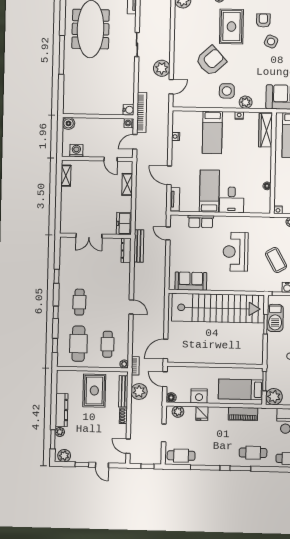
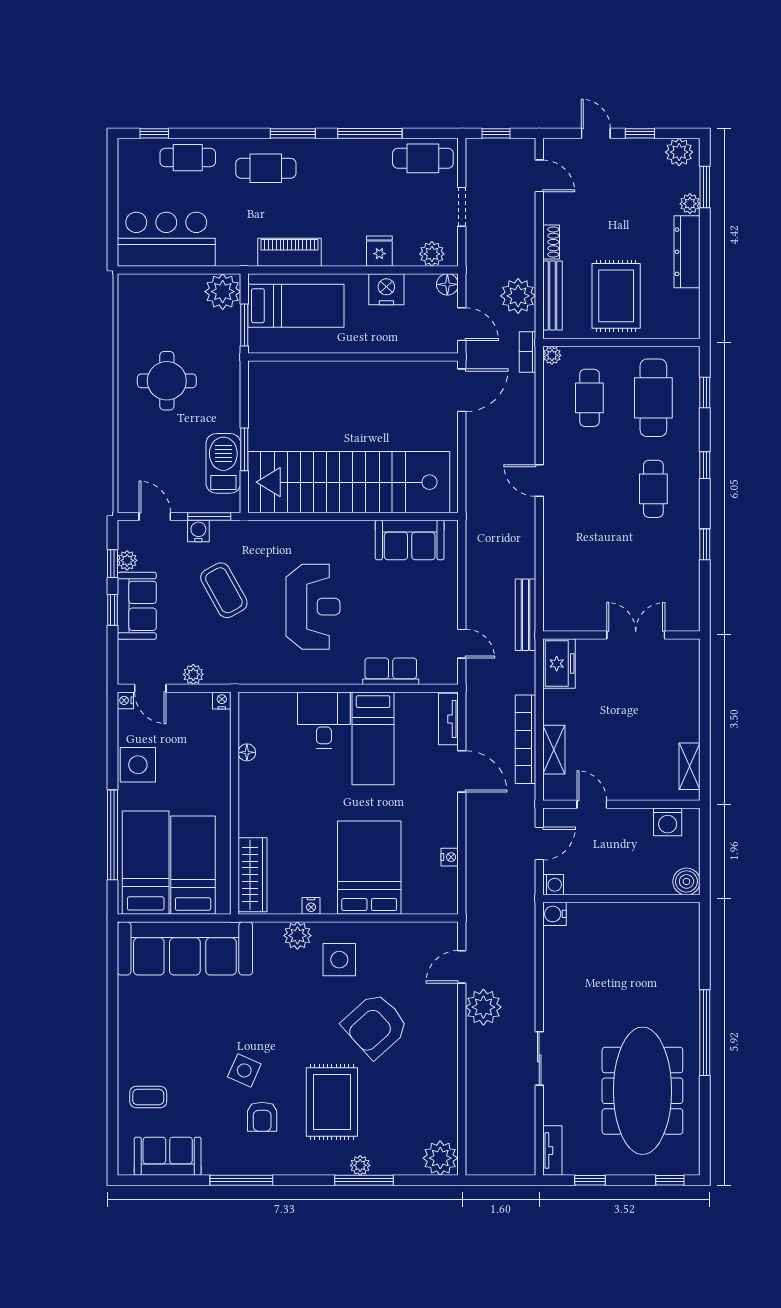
bookcase: (142, 112) -> (526, 739), moved
bed: (212, 132) -> (369, 868), width x1.50
dresser: (126, 250) -> (553, 604), removed

